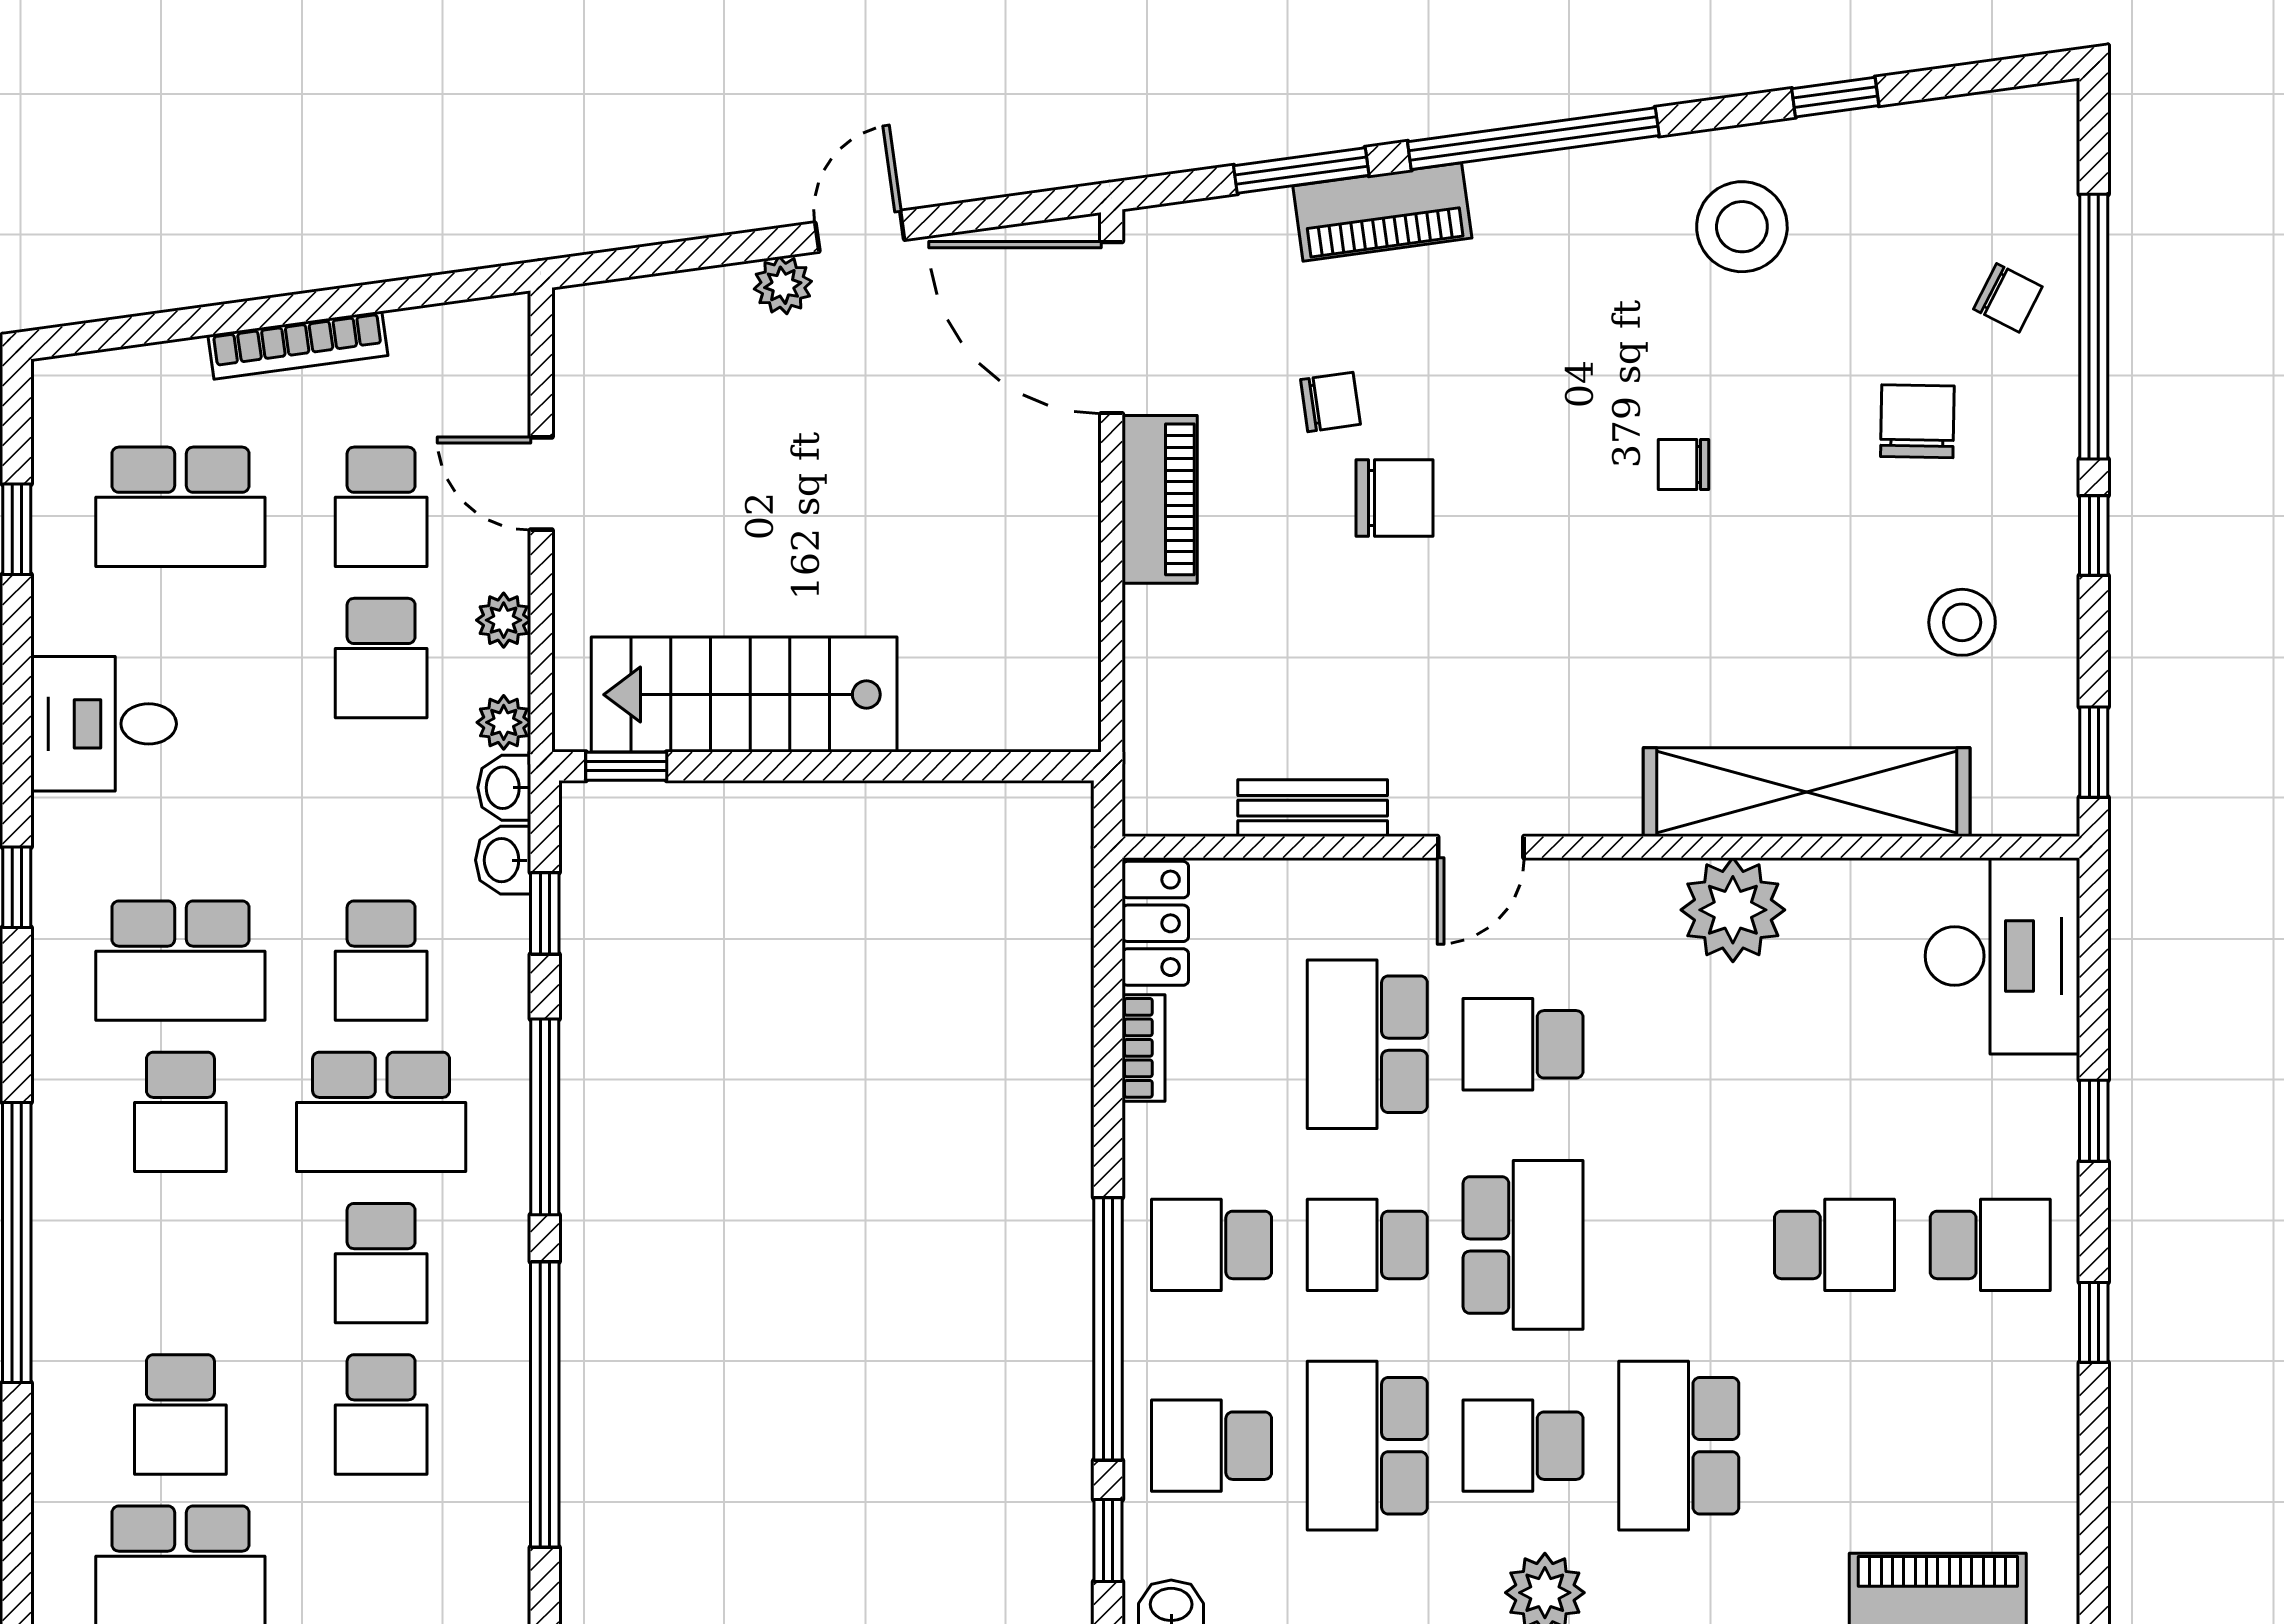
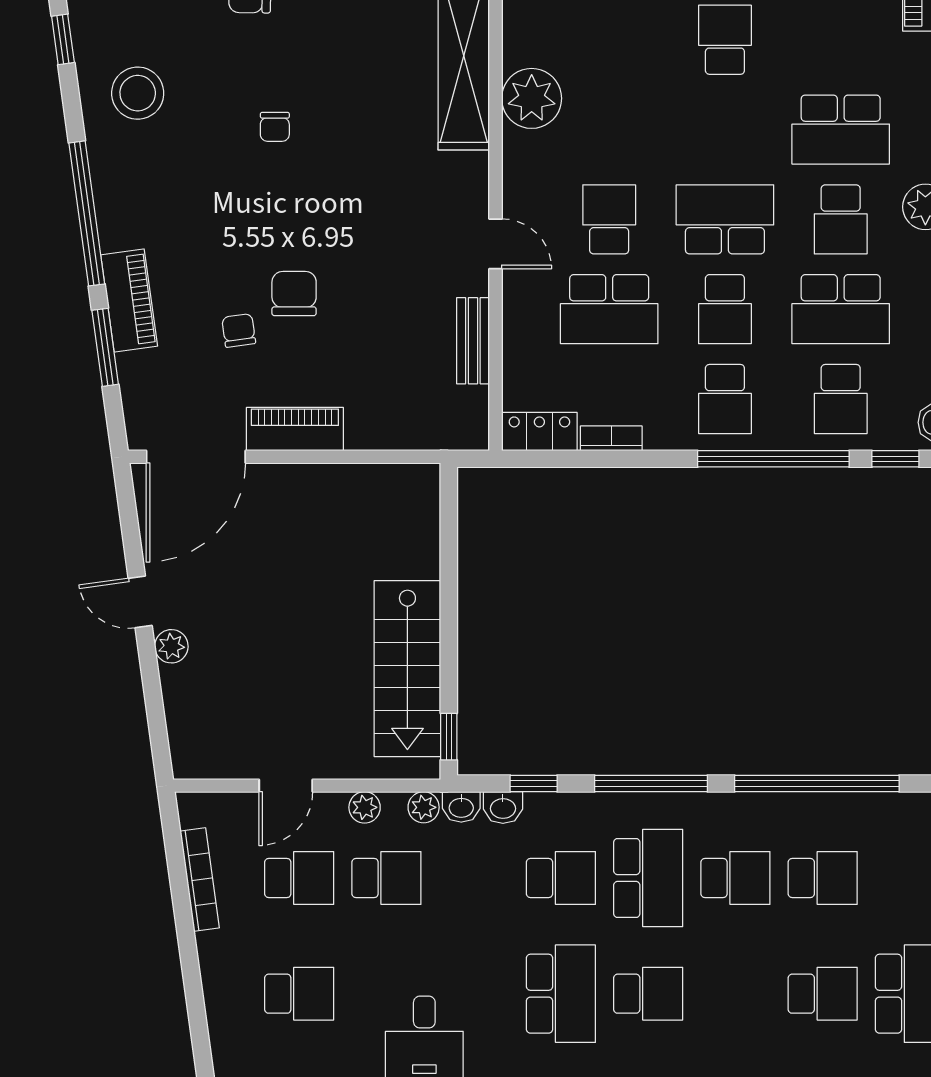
bookcase: (298, 345) -> (200, 880), moved
school desk: (180, 507) -> (299, 994), width x0.54
school desk: (1523, 1044) -> (609, 219), turned 180

